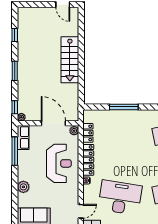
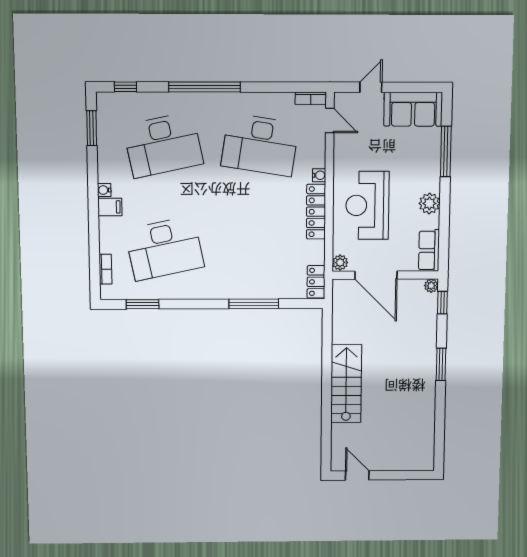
window: (15, 35) -> (440, 425), removed
locker: (88, 133) -> (316, 282), moved
window: (15, 151) -> (446, 151), moved
plant: (23, 187) -> (429, 203), moved
door: (81, 211) -> (330, 120), swing flipped

